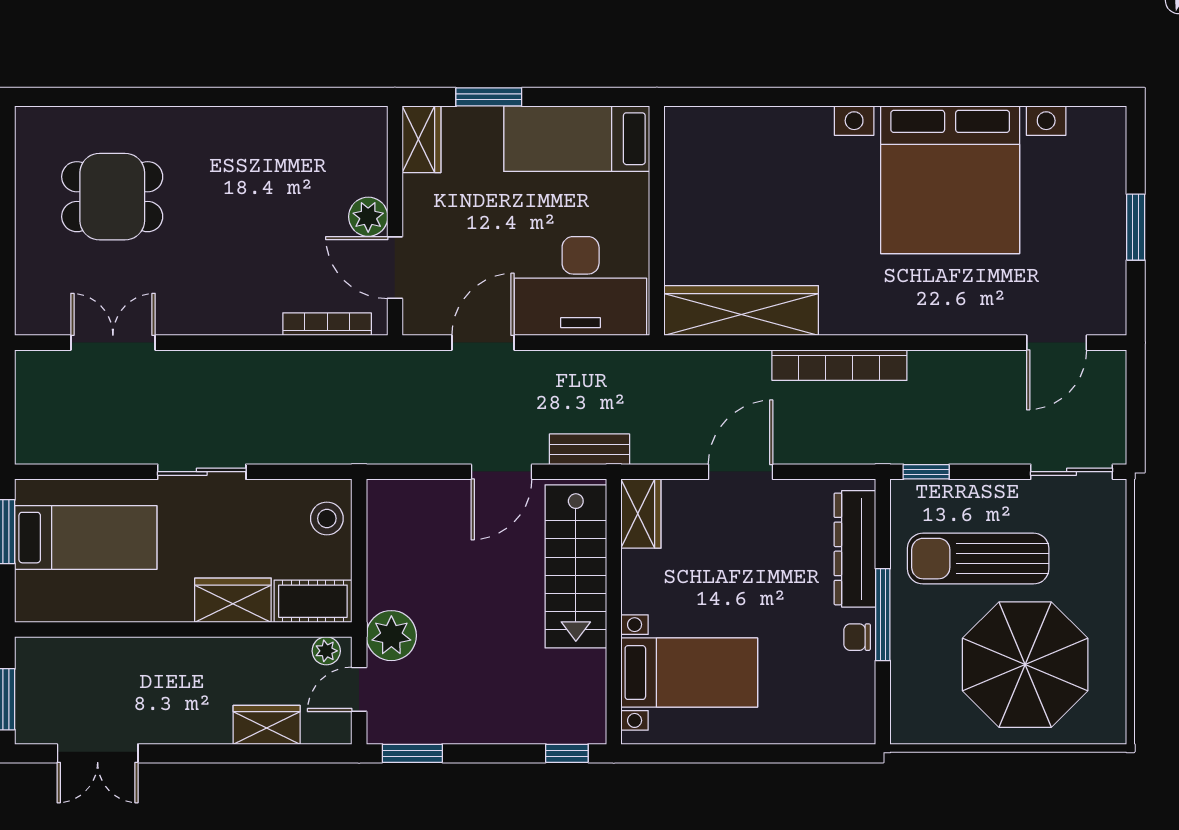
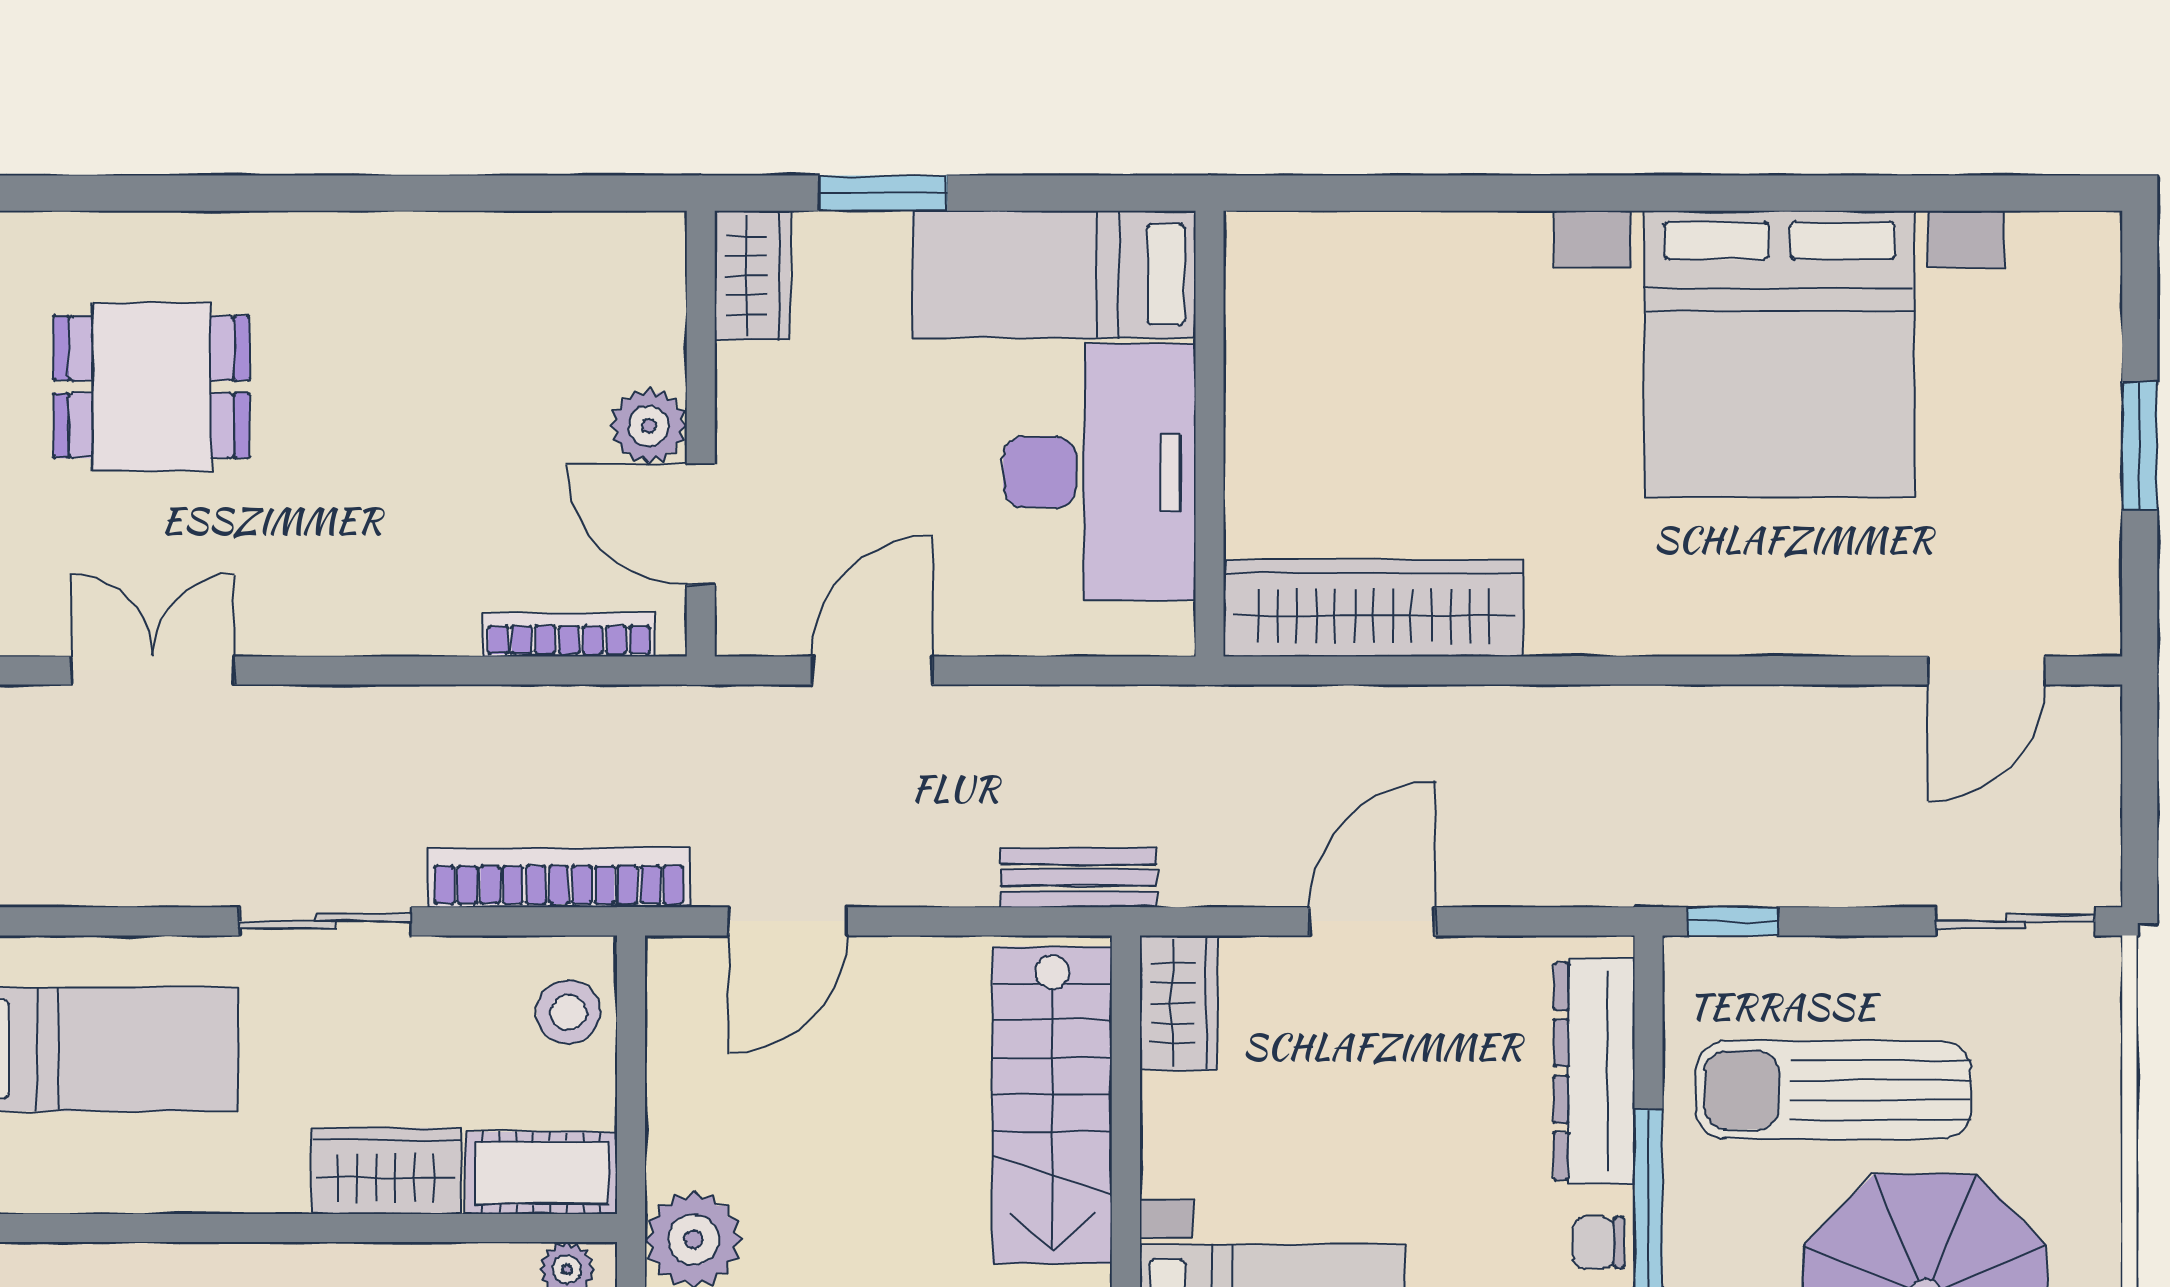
desk: (581, 286) -> (1099, 472), moved, turned -90
bookcase: (839, 365) -> (559, 878), moved, turned 180
door: (502, 472) -> (788, 921), moved

